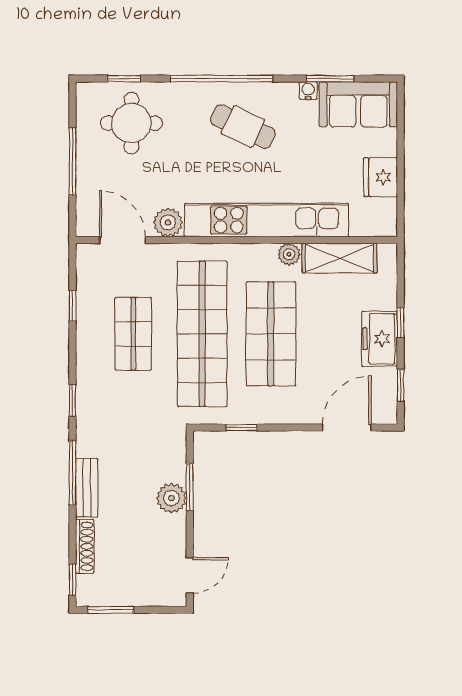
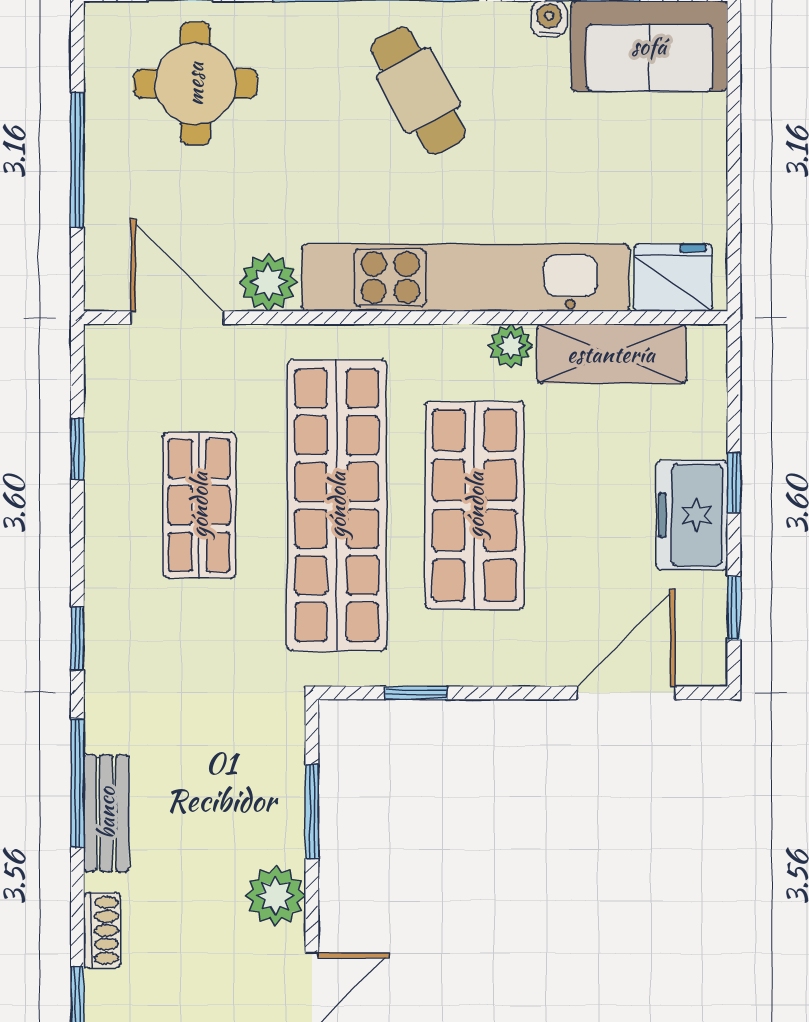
cafe table: (243, 127) -> (418, 91), turned 36
fridge: (381, 177) -> (673, 278), moved, turned 90
plant: (171, 498) -> (276, 896), moved
shoe rack: (85, 546) -> (102, 930), width x0.70

